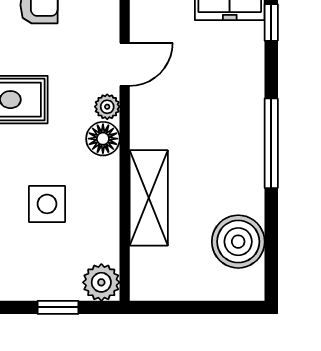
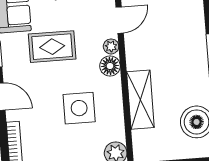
side table: (47, 204) -> (79, 108), width x1.37, depth x1.37

